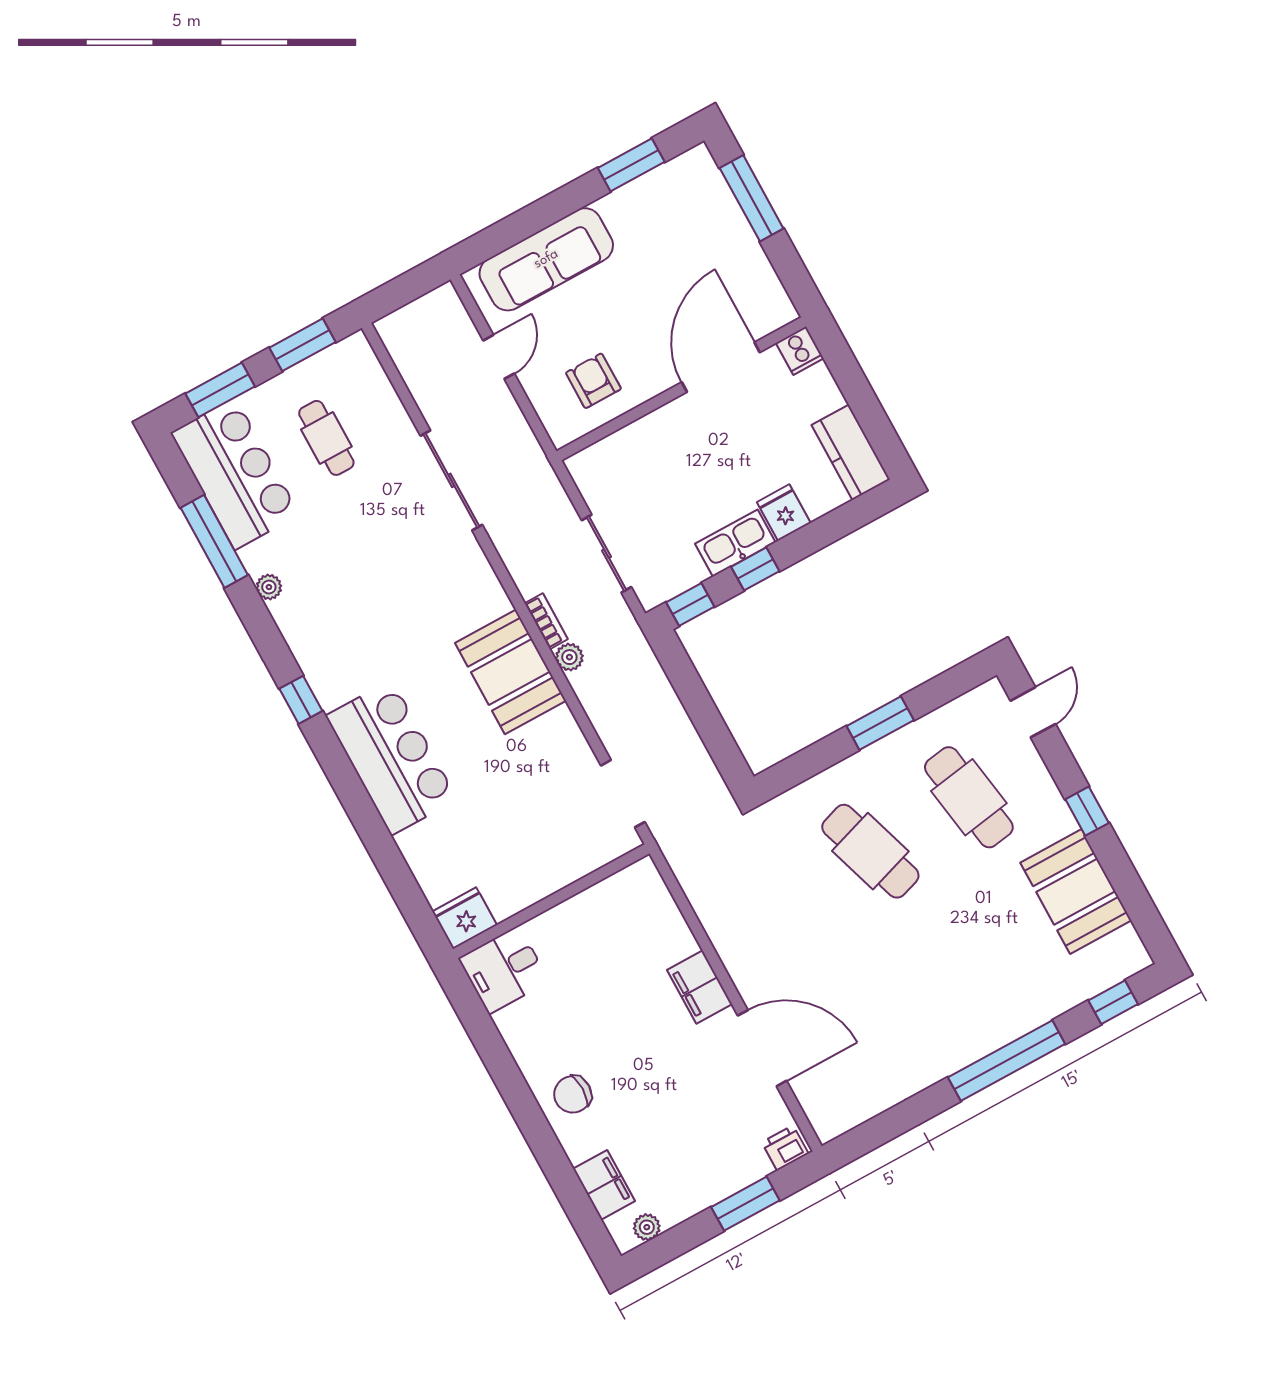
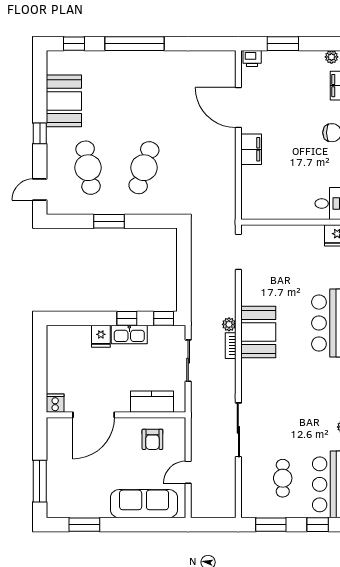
window: (220, 390) -> (318, 525), width x0.67
kitchen counter: (851, 452) -> (152, 402), moved, turned -90
cafe table: (870, 851) -> (144, 168), turned 36

